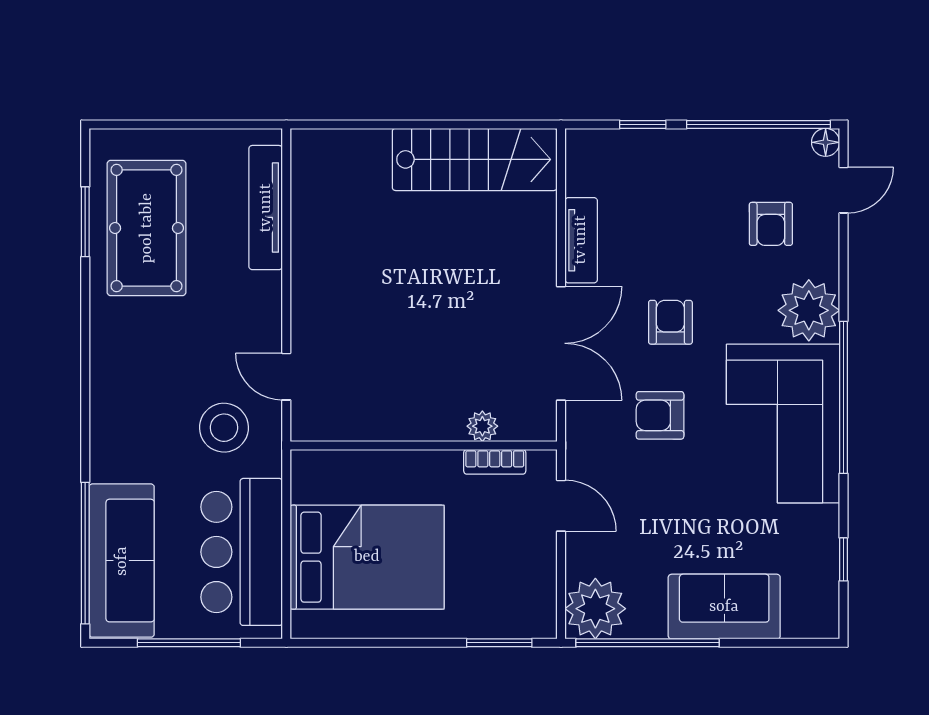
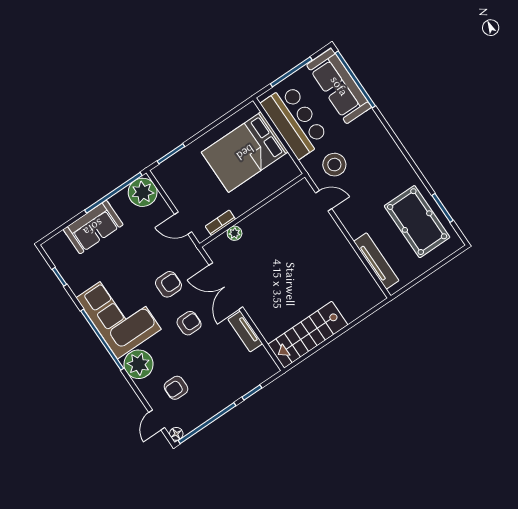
armchair: (771, 224) -> (176, 388), turned -90
armchair: (670, 322) -> (189, 323), turned -90

